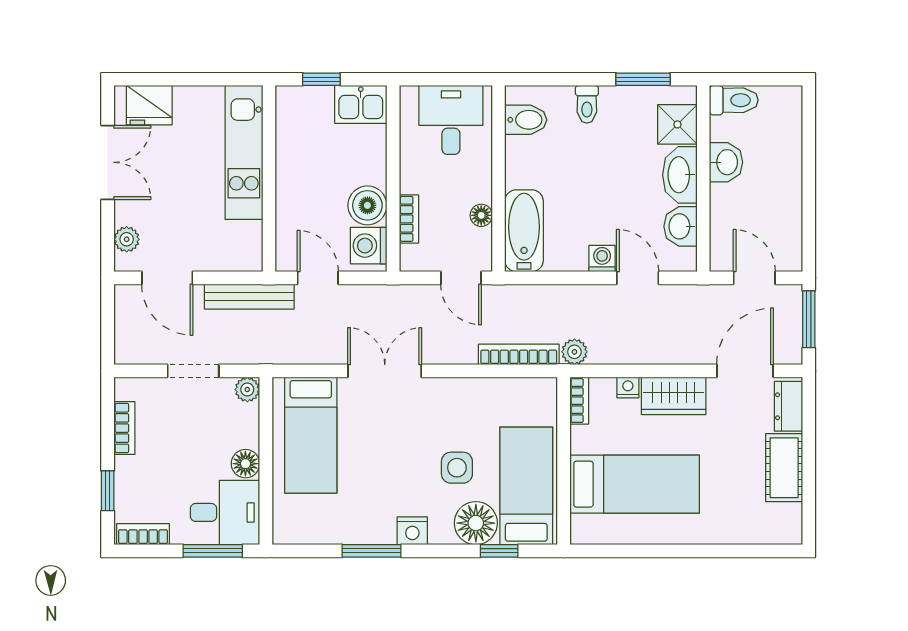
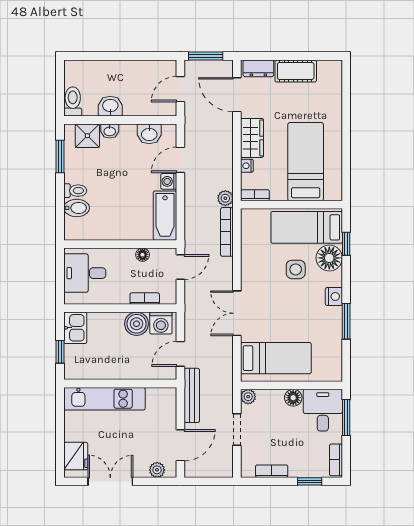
bidet: (526, 120) -> (77, 208), moved, turned 90
washbasin: (680, 175) -> (110, 131), width x0.52, depth x0.69
bathtub: (524, 231) -> (165, 216), moved, turned -90

